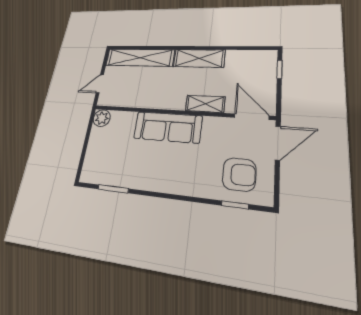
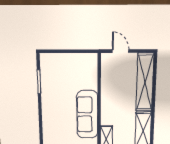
plant: (102, 118) -> (91, 60), removed

